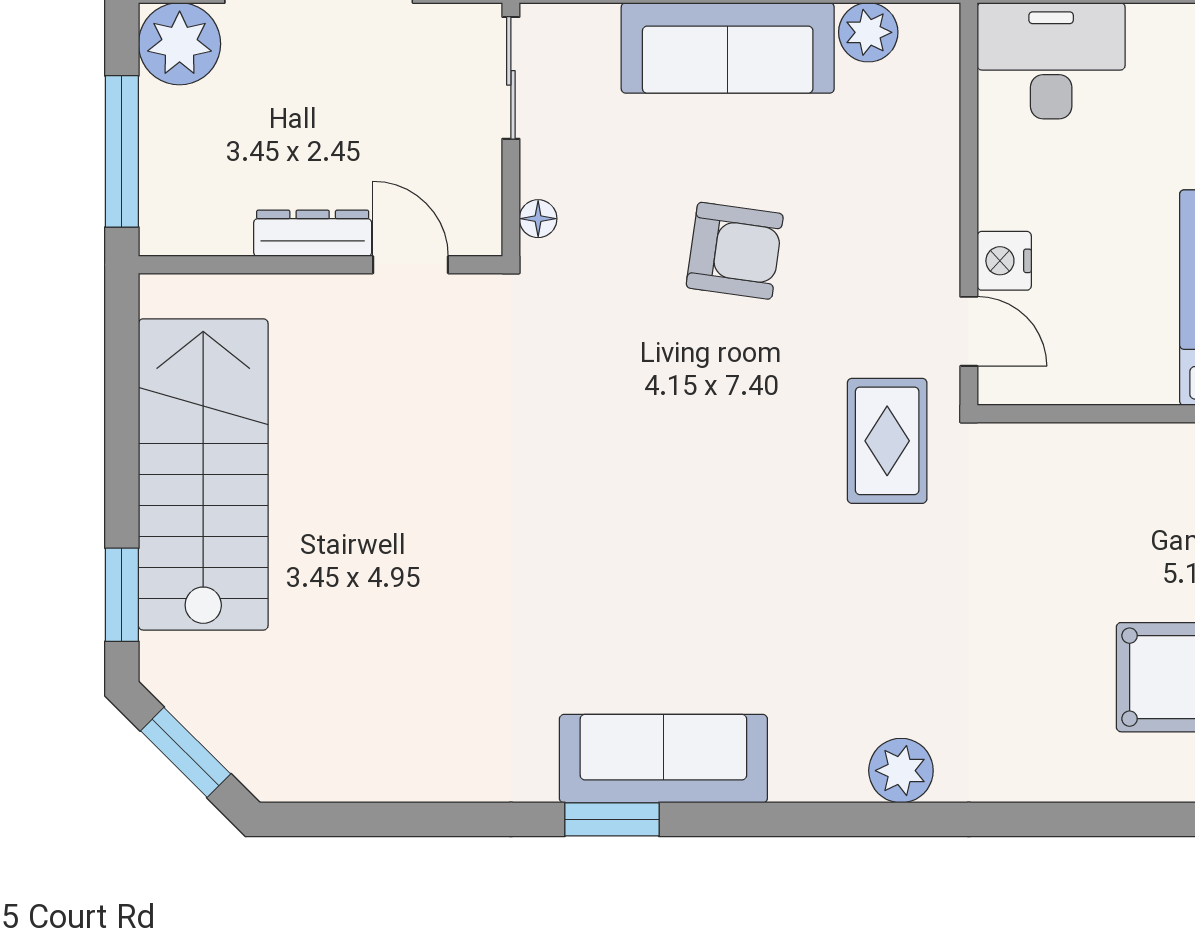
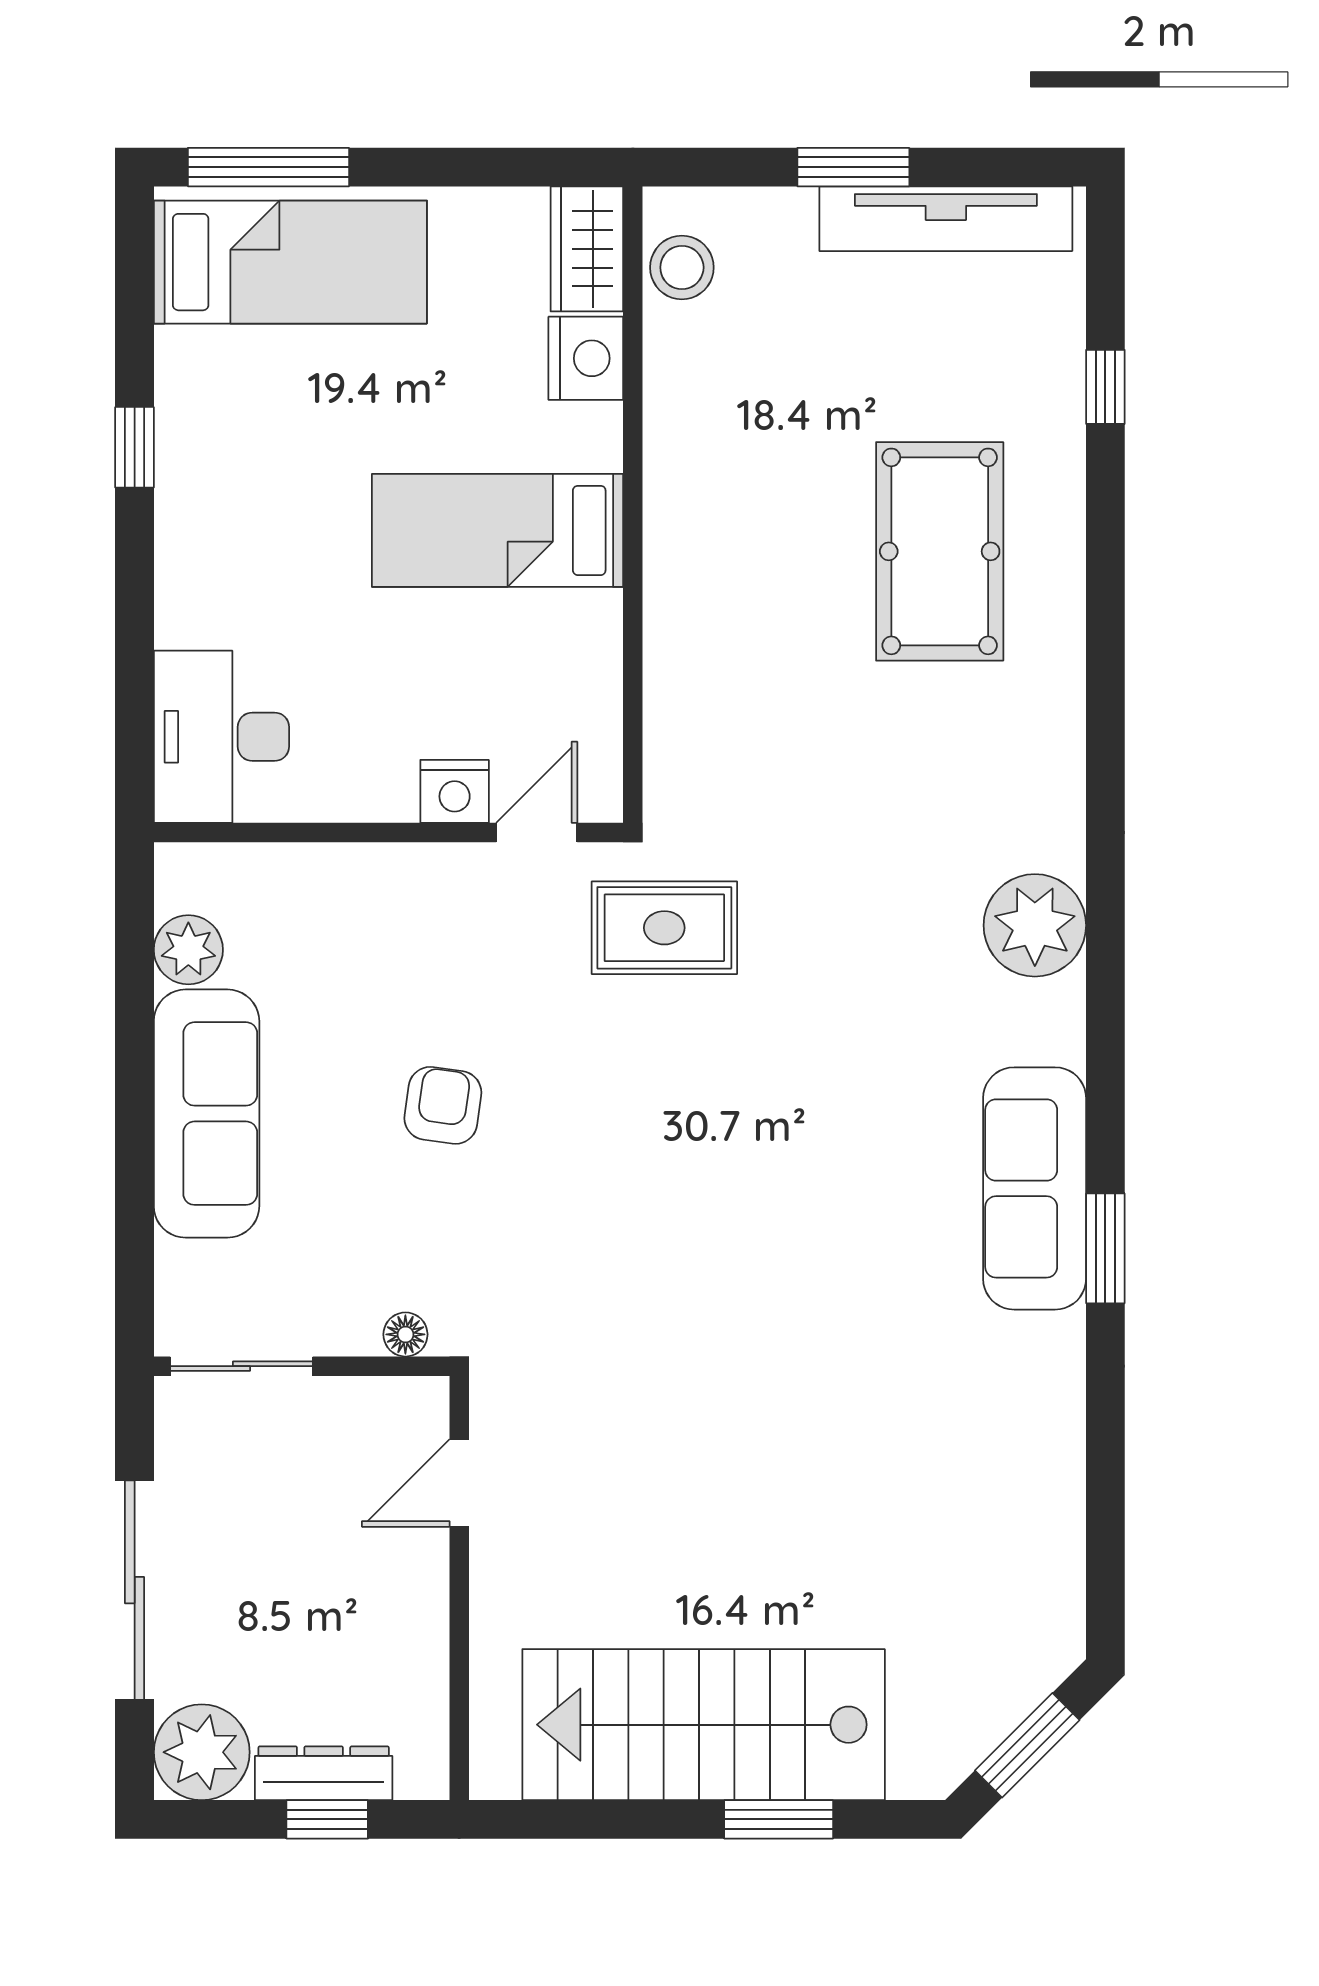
window: (122, 151) -> (327, 1819), width x0.46
dresser: (313, 233) -> (324, 1773), moved, turned 90
armchair: (735, 251) -> (443, 1105), width x0.72, depth x0.72
window: (122, 595) -> (779, 1819), moved
plant: (901, 771) -> (1035, 925), width x1.36, depth x1.36

